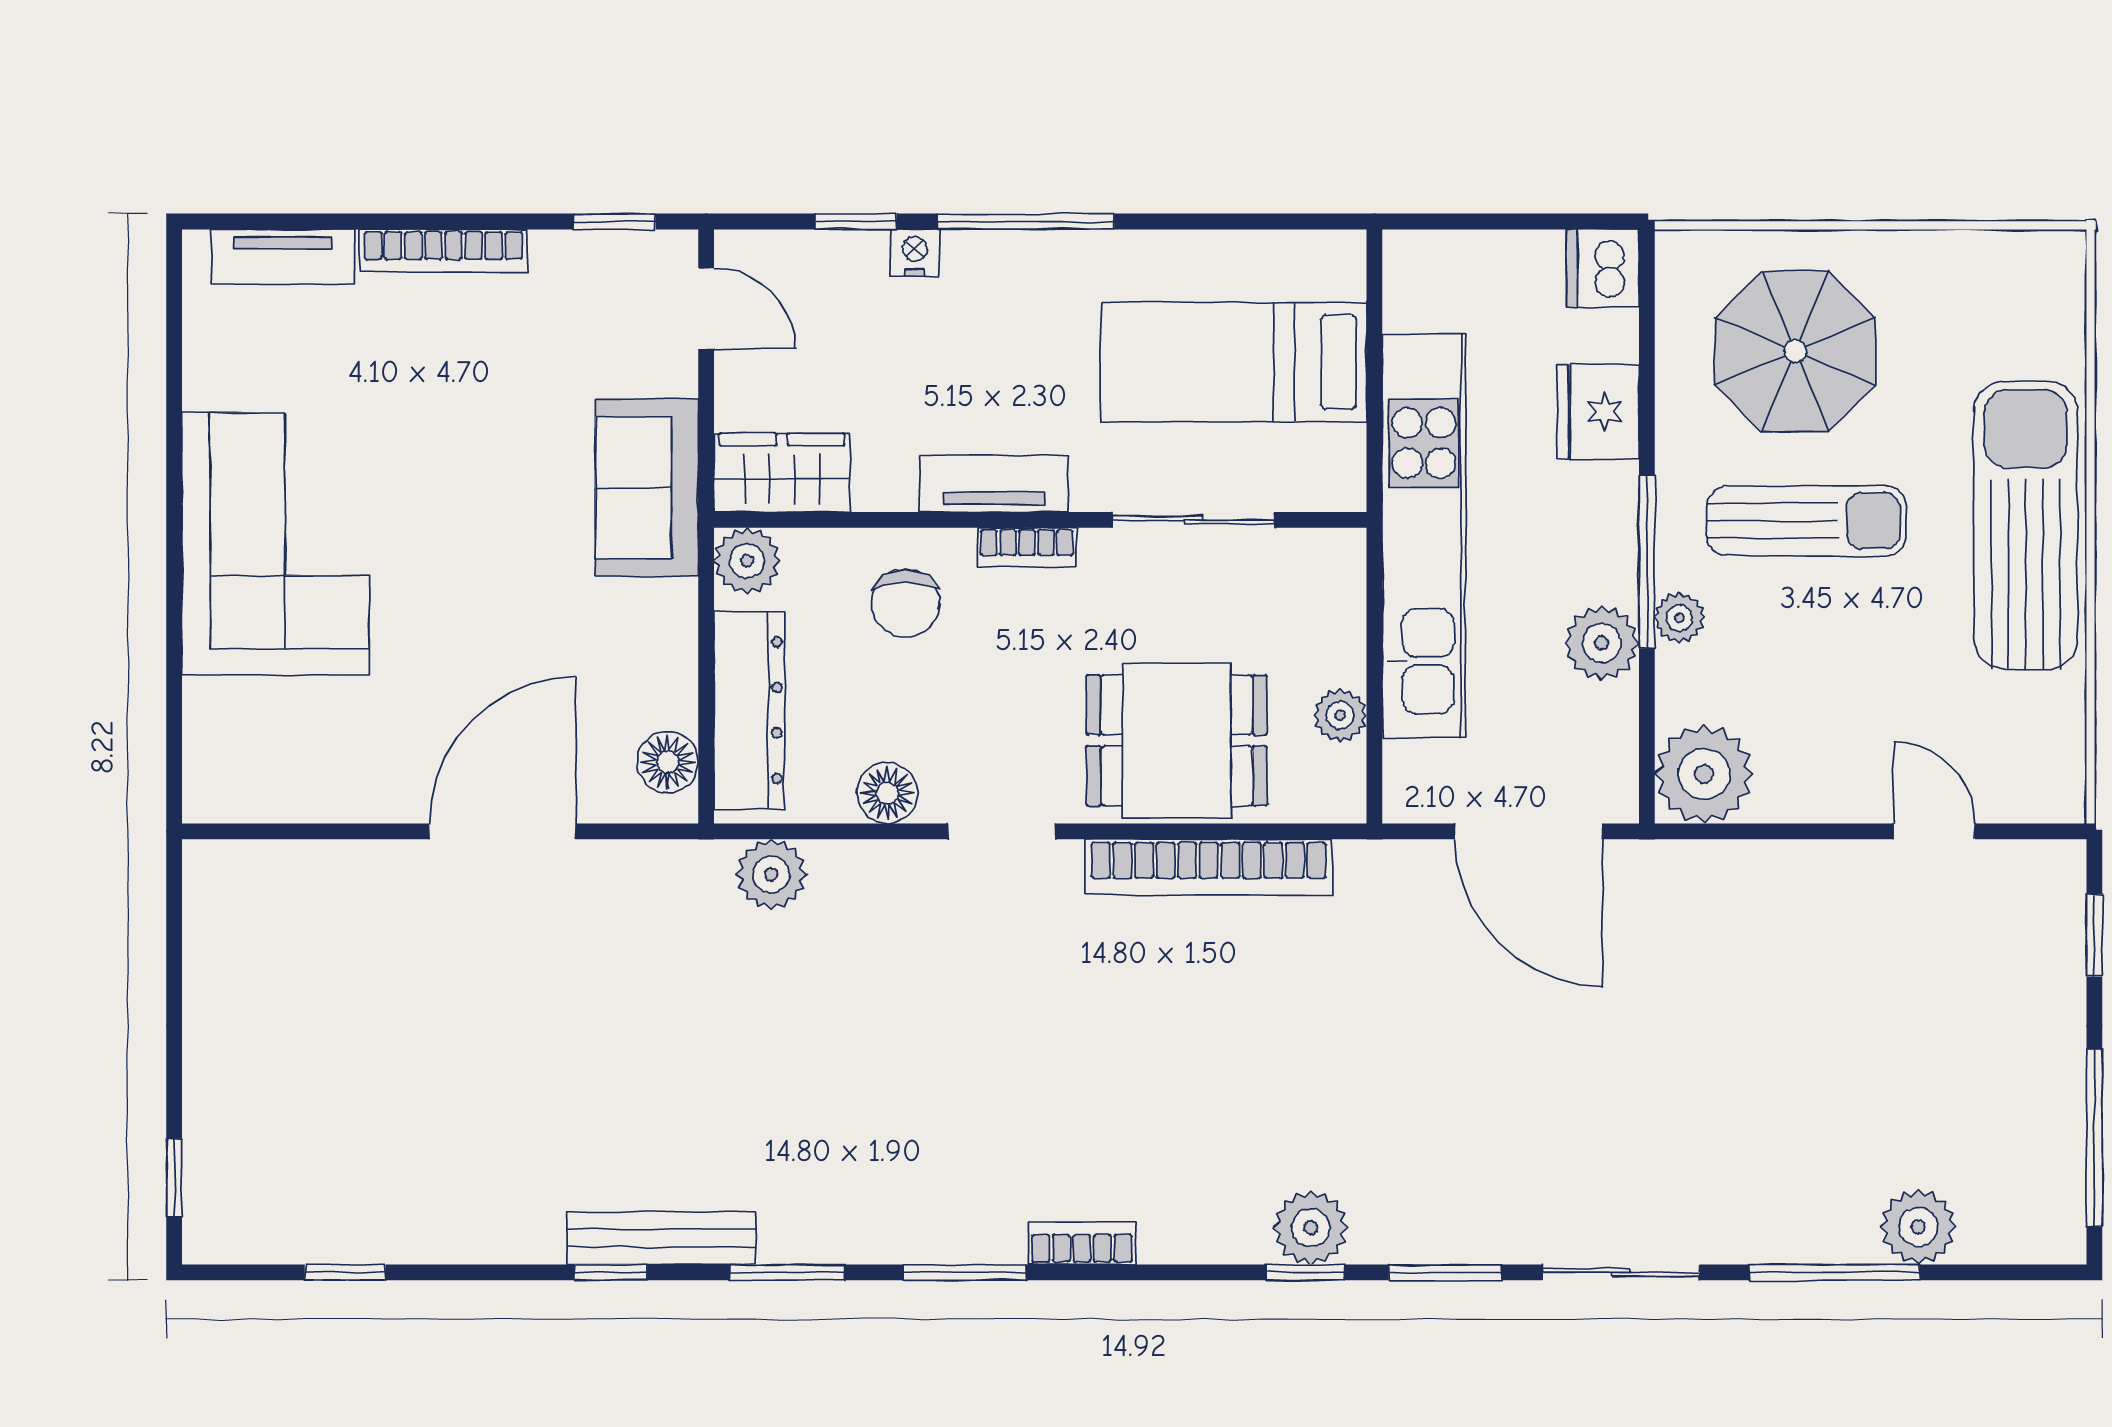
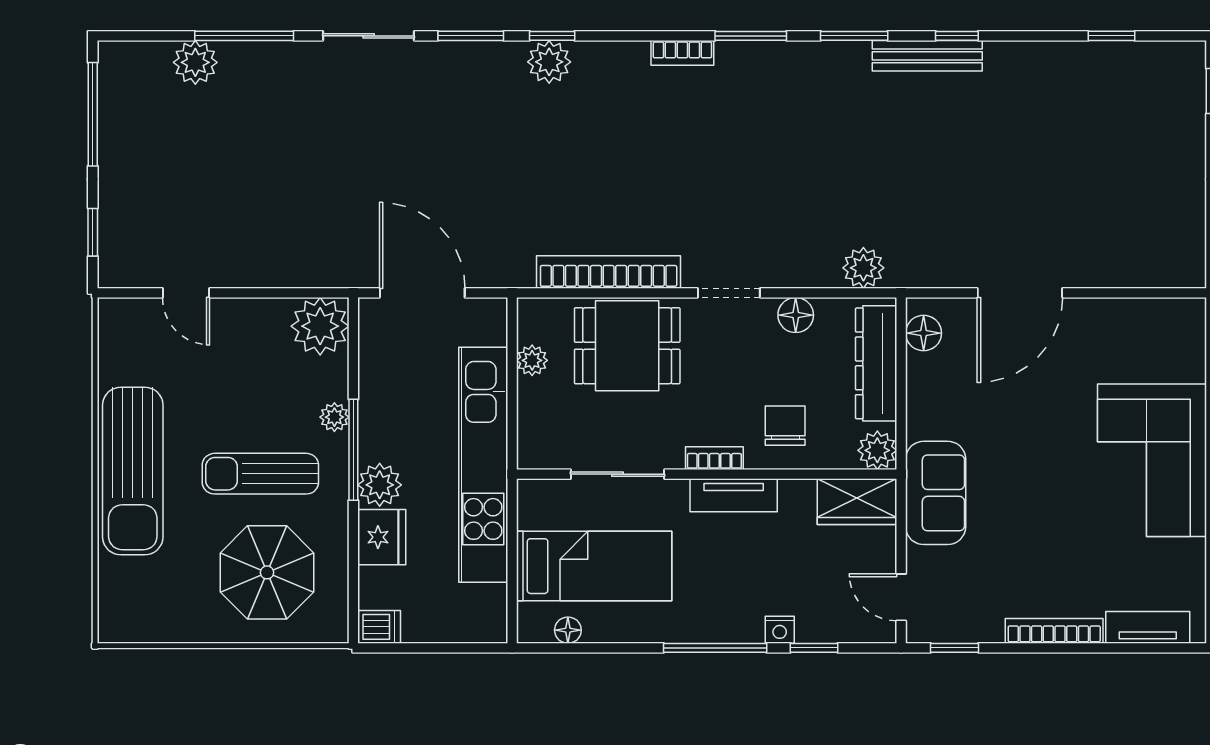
floor lamp: (1279, 252) -> (568, 630), added
dishwasher: (1603, 268) -> (379, 627), width x0.73
plant: (1602, 643) -> (380, 485), moved

